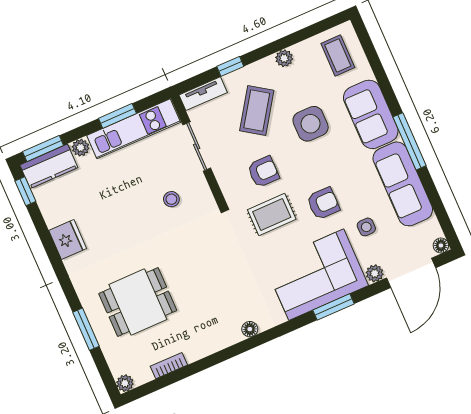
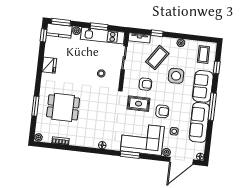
window: (376, 65) -> (217, 67), added
window: (333, 307) -> (130, 155), moved

